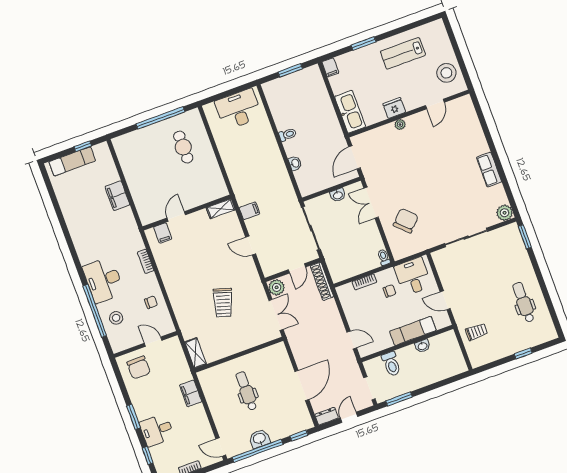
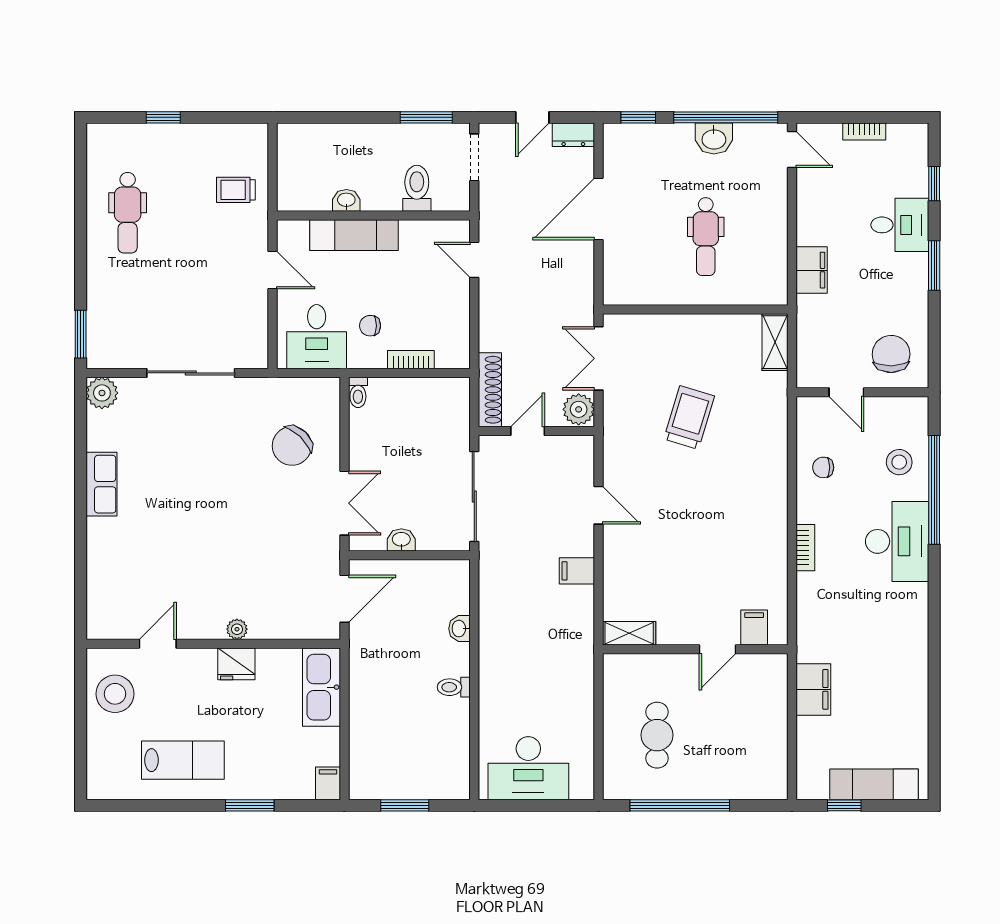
shelving: (221, 209) -> (629, 633), moved
wall: (187, 213) -> (695, 649), moved
door: (176, 216) -> (718, 649), moved
filing cabinet: (163, 233) -> (754, 627), moved

